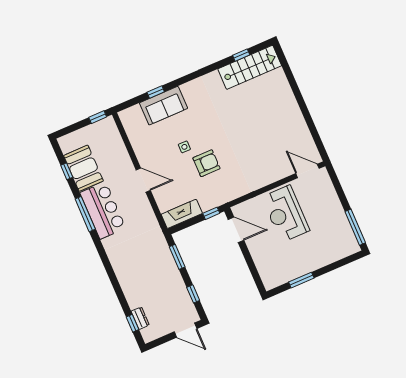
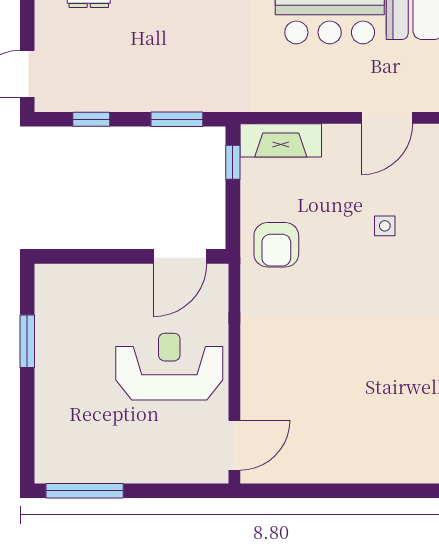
armchair: (206, 163) -> (276, 245), moved
door: (143, 180) -> (387, 118), moved
window: (211, 213) -> (233, 162), moved
fireplace: (182, 214) -> (281, 140), moved, turned 90

